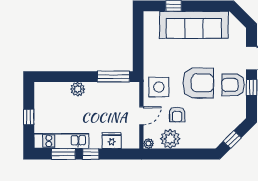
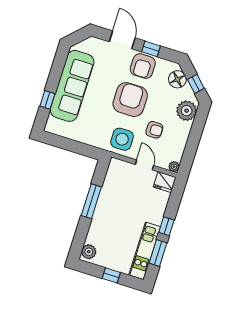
window: (113, 77) -> (91, 201), moved
plant: (78, 89) -> (89, 252), moved
floor lamp: (231, 121) -> (177, 79), added
plant: (170, 139) -> (187, 111), moved
fridge: (112, 141) -> (165, 182), moved, turned -90

